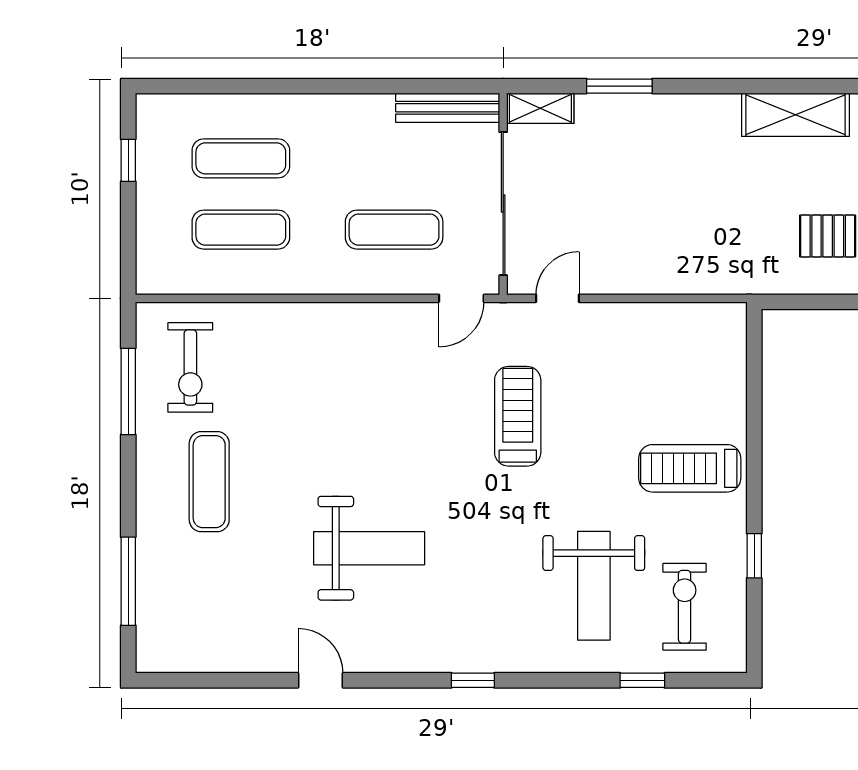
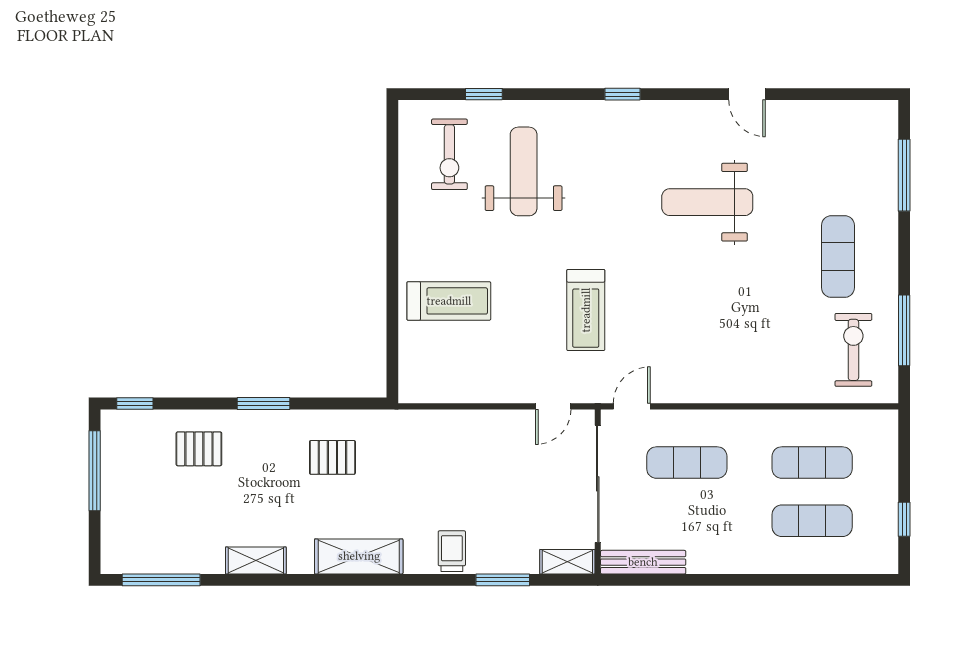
trolley: (682, 121) -> (452, 551), added
treadmill: (690, 468) -> (449, 301), moved
window: (754, 556) -> (392, 196), removed

